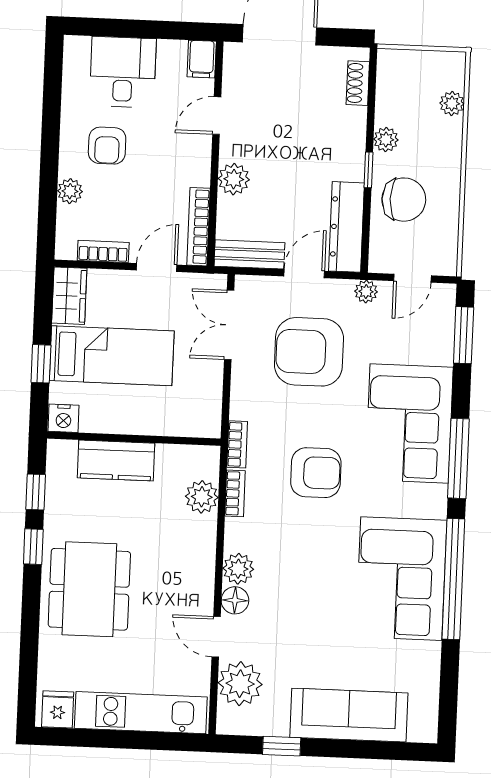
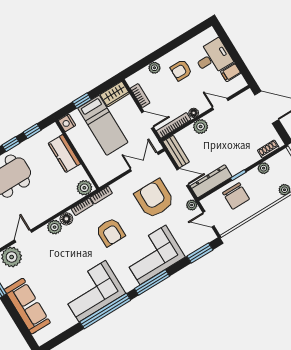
filing cabinet: (202, 59) -> (231, 72), moved
plant: (386, 140) -> (264, 168), moved
floor lamp: (200, 175) -> (194, 113), added
plant: (202, 497) -> (84, 188), moved
floor lamp: (235, 600) -> (66, 219), moved

